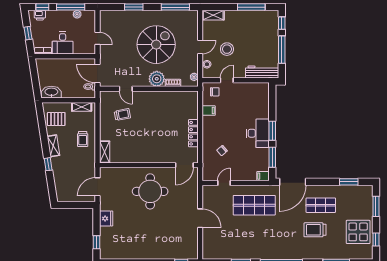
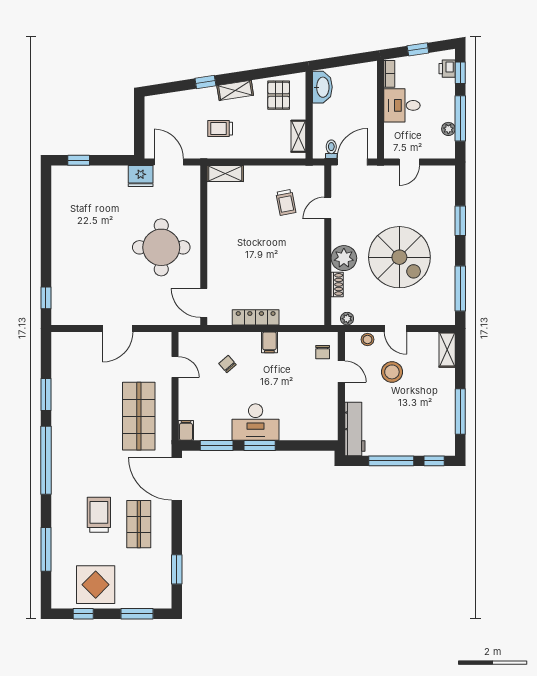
filing cabinet: (209, 111) -> (269, 342), moved
trolley: (83, 139) -> (220, 129), moved
fridge: (106, 218) -> (141, 176), moved

